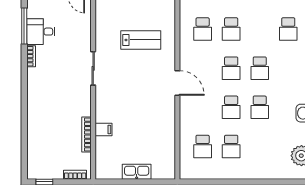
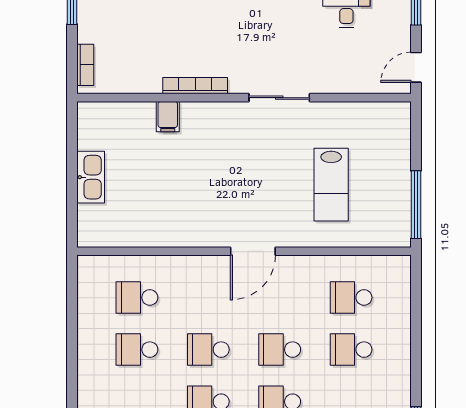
bookcase: (87, 135) -> (195, 86), moved

